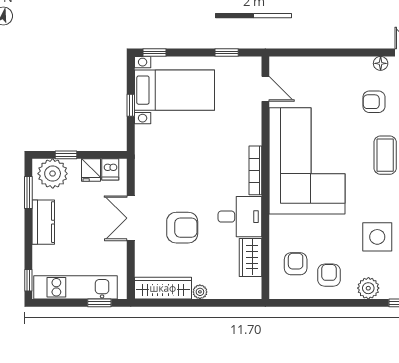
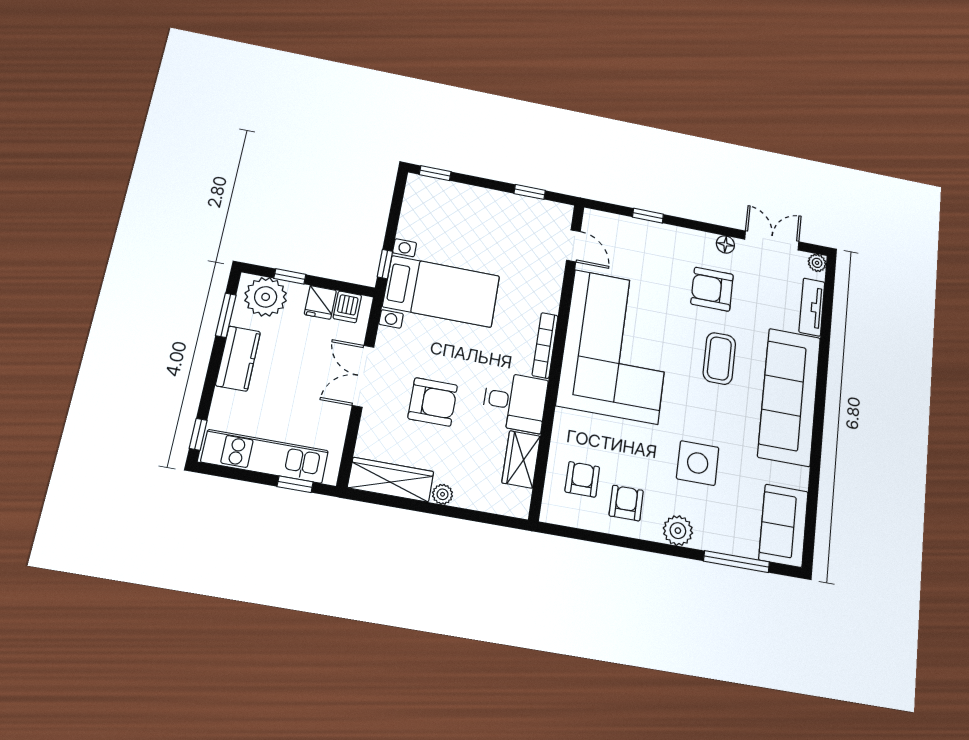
window: (318, 53) -> (648, 216), added
bed with nightstands: (175, 90) -> (441, 291), moved
armchair: (374, 102) -> (712, 289), width x1.38, depth x1.38
window: (131, 105) -> (385, 264), moved

